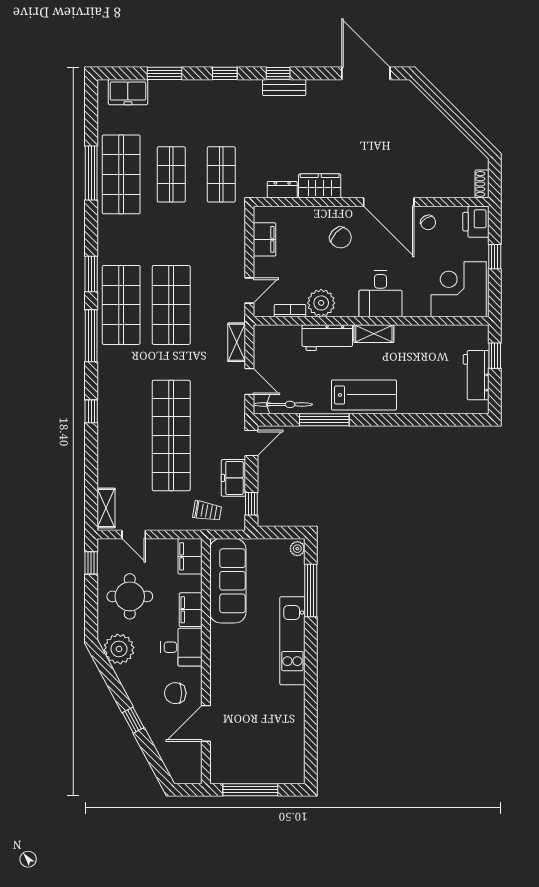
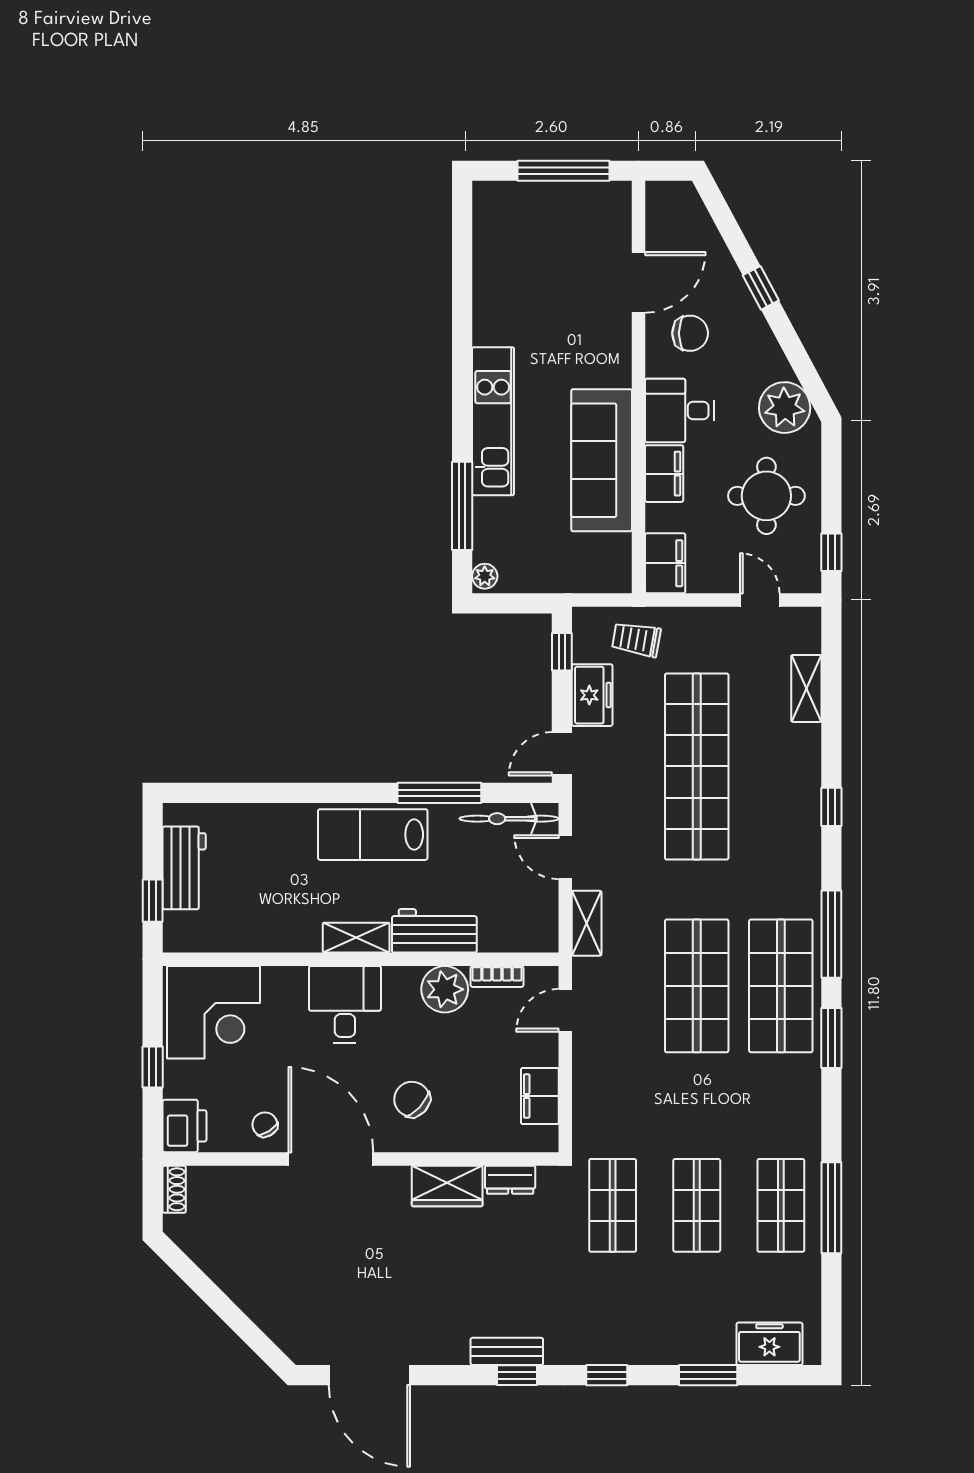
shop shelf: (121, 174) -> (781, 1205), width x0.70, depth x0.74
shelving: (106, 508) -> (806, 688), moved
sofa: (228, 581) -> (602, 460), moved

